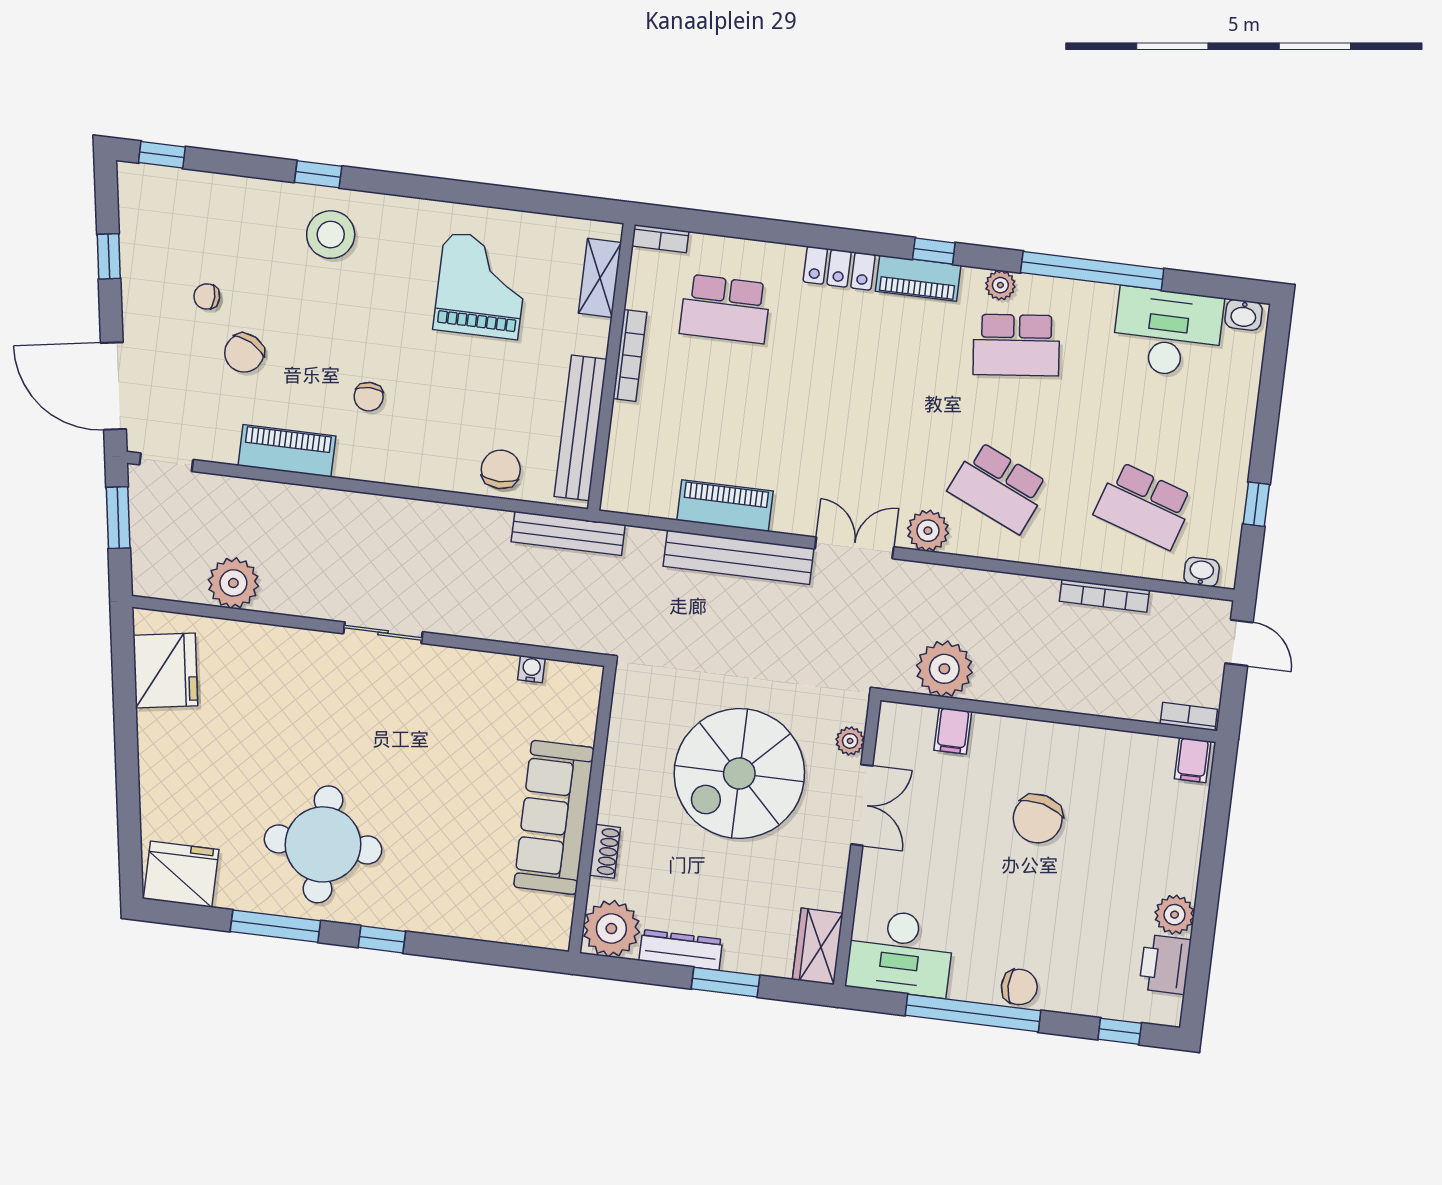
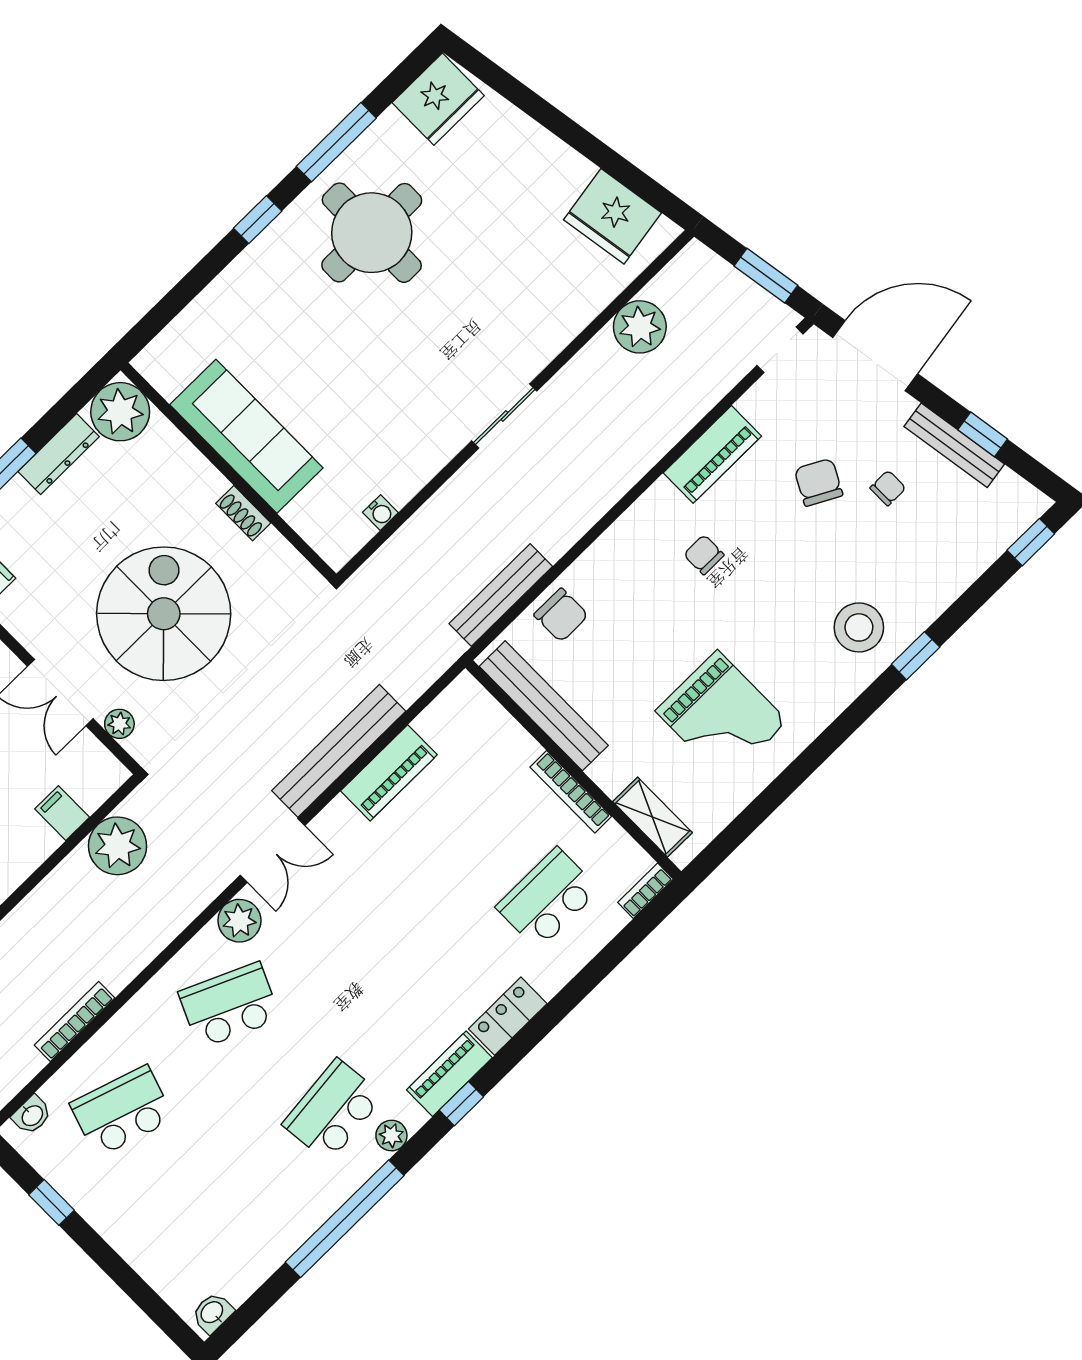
bench: (134, 272) -> (954, 445), added
desk: (1168, 332) -> (247, 1240), removed
bench: (568, 533) -> (501, 595), moved
shoe rack: (605, 851) -> (243, 513), moved

